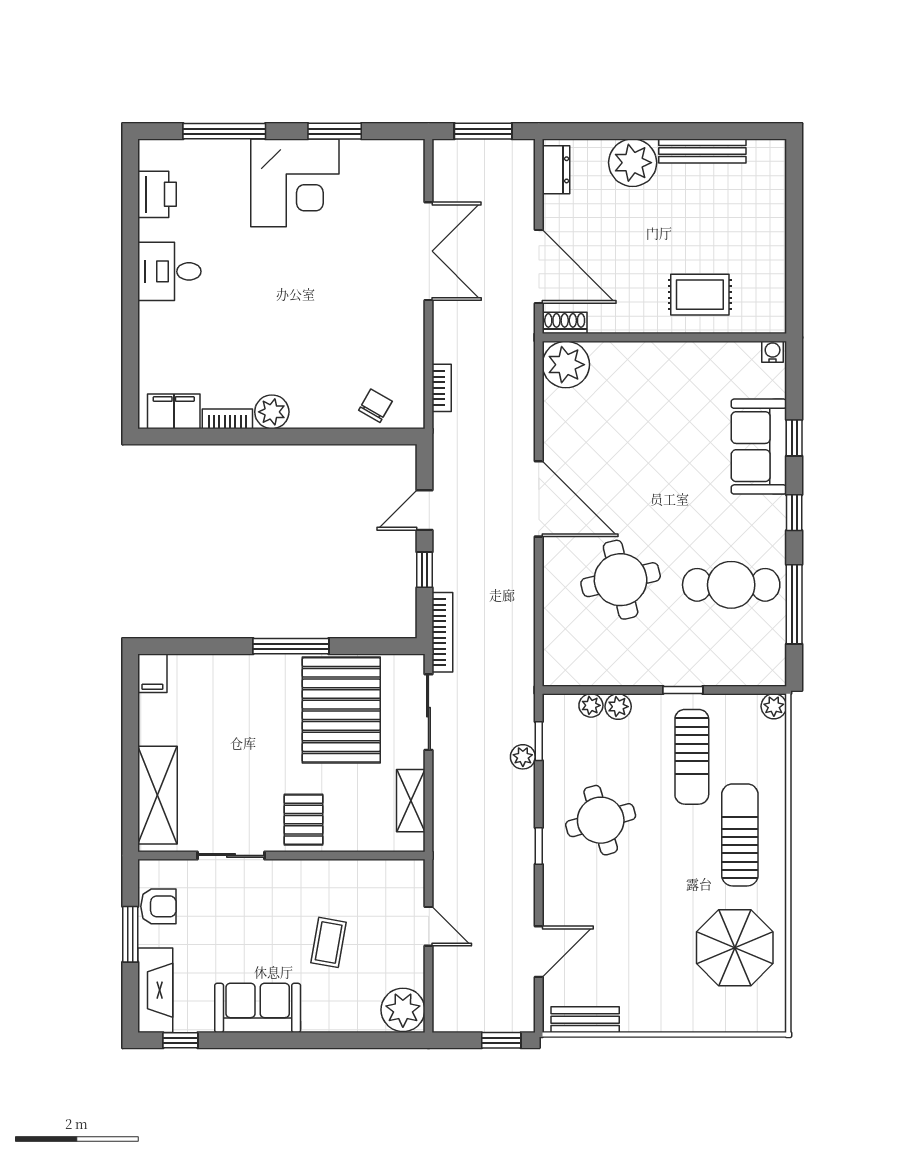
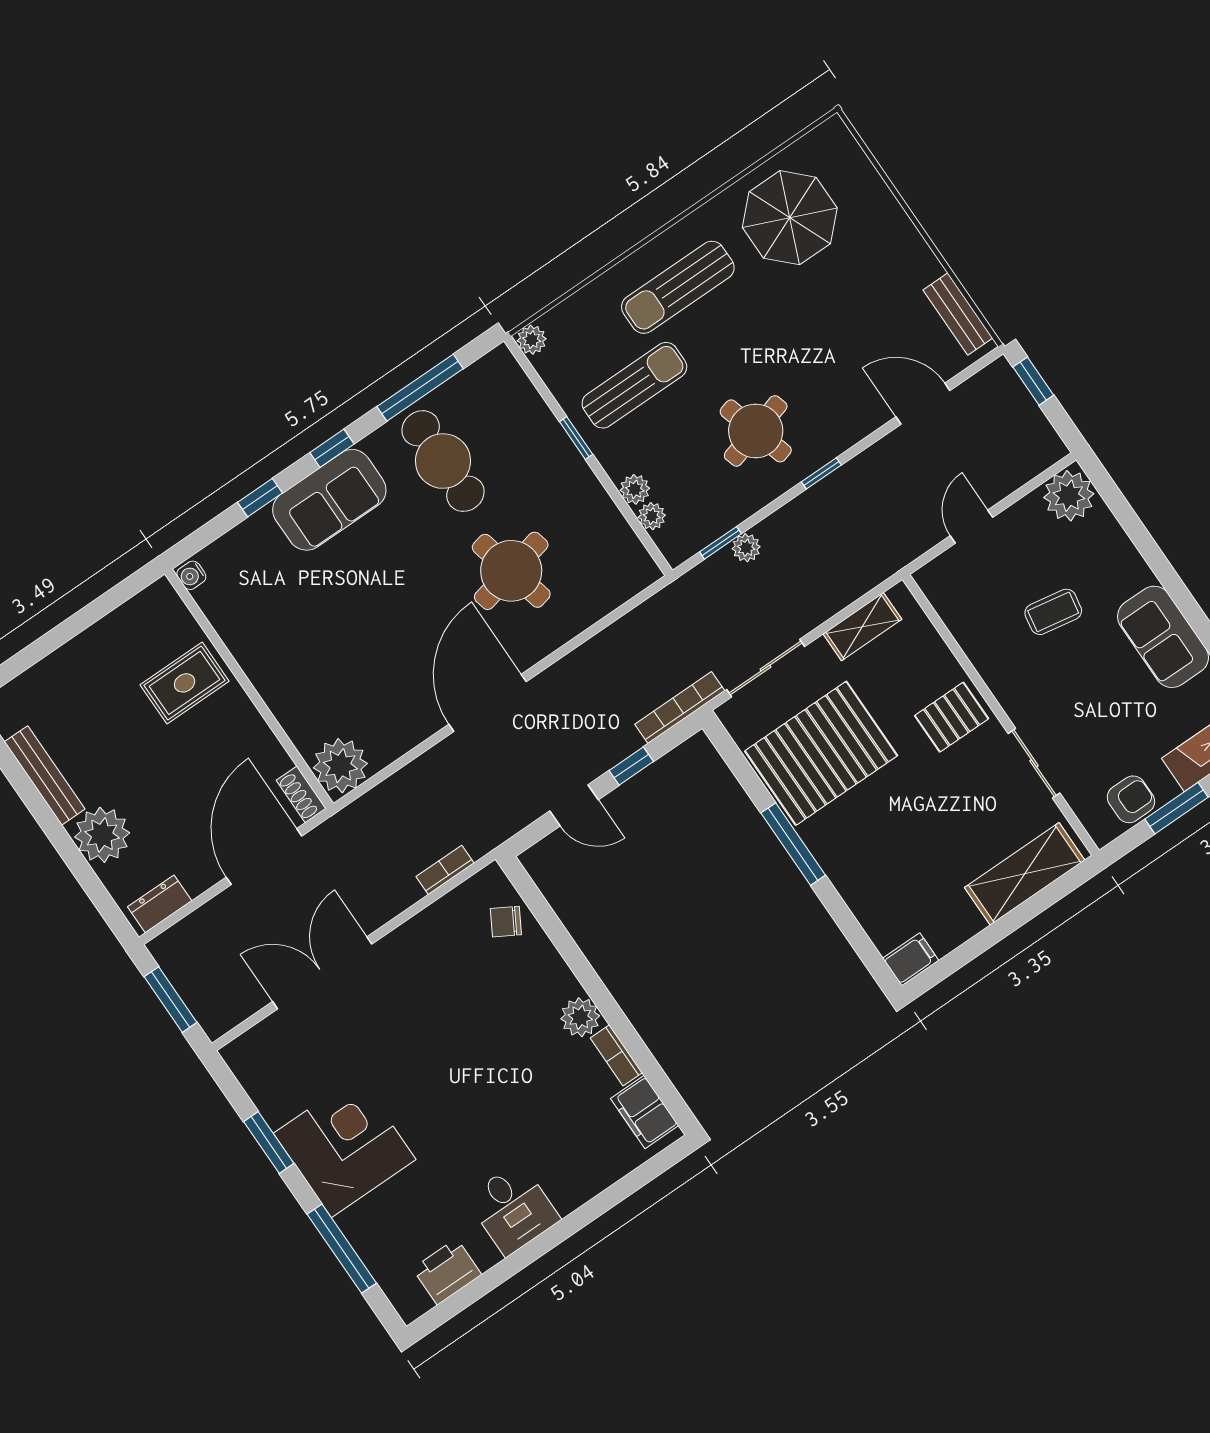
rug: (700, 295) -> (185, 683), turned 90
sofa: (759, 447) -> (329, 500), moved
armchair: (158, 906) -> (1131, 799), turned 90

